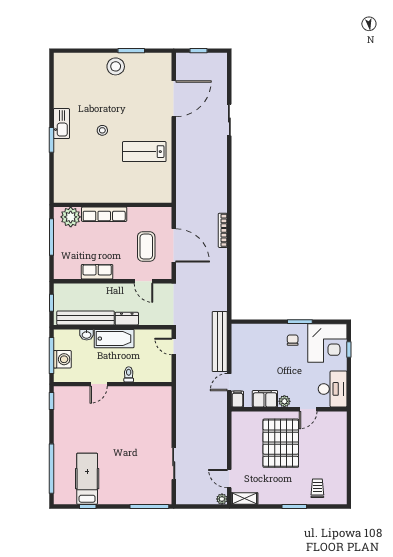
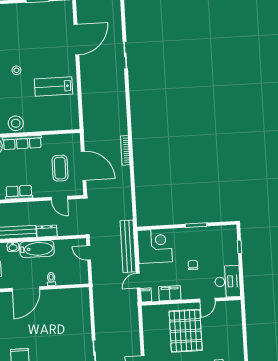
stool: (116, 66) -> (16, 123), moved
chair: (293, 340) -> (193, 265), moved
corner desk: (327, 343) -> (155, 246), moved, turned -90
door: (99, 384) -> (26, 289), width x1.87
plant: (284, 401) -> (187, 294), removed

